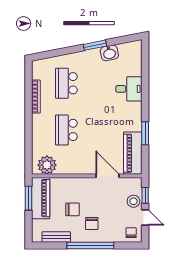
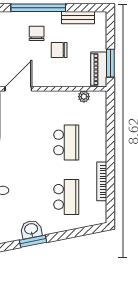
washbasin: (109, 53) -> (31, 229), moved
plant: (47, 165) -> (84, 97), width x0.53, depth x0.53
door: (107, 176) -> (18, 89), swing flipped
piano: (41, 198) -> (99, 69), width x0.73, depth x0.75

